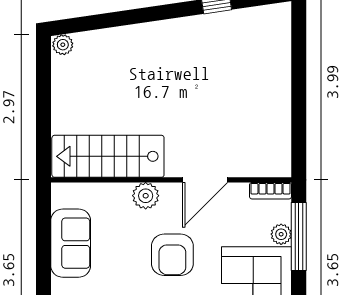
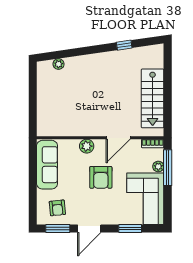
plant: (63, 45) -> (59, 64), moved
stairs: (108, 156) -> (153, 98), moved, turned -90
sofa: (71, 243) -> (47, 165), width x1.36

